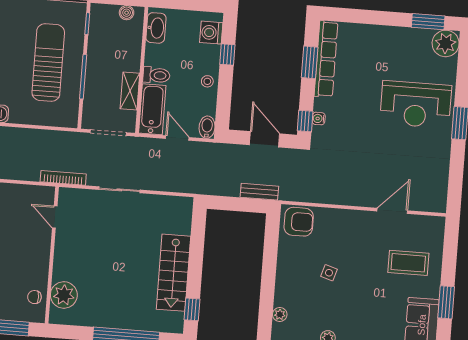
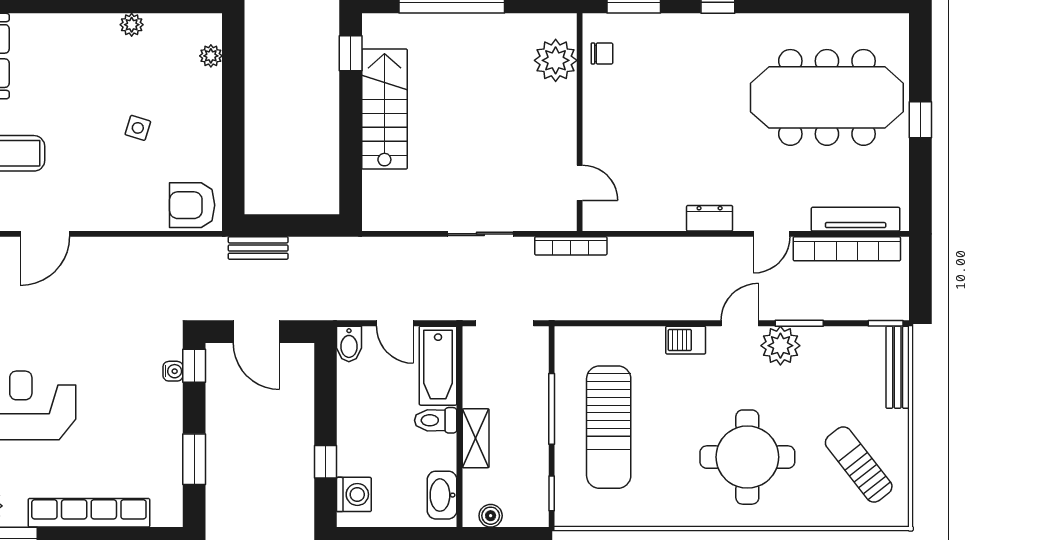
row of seats: (326, 59) -> (89, 513), moved, turned 90
stool: (207, 81) -> (354, 417), removed
shelving: (130, 91) -> (476, 438), moved

